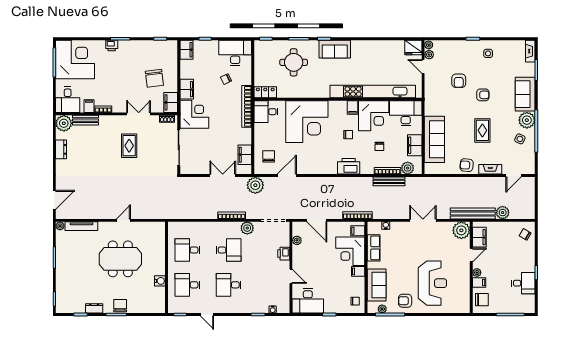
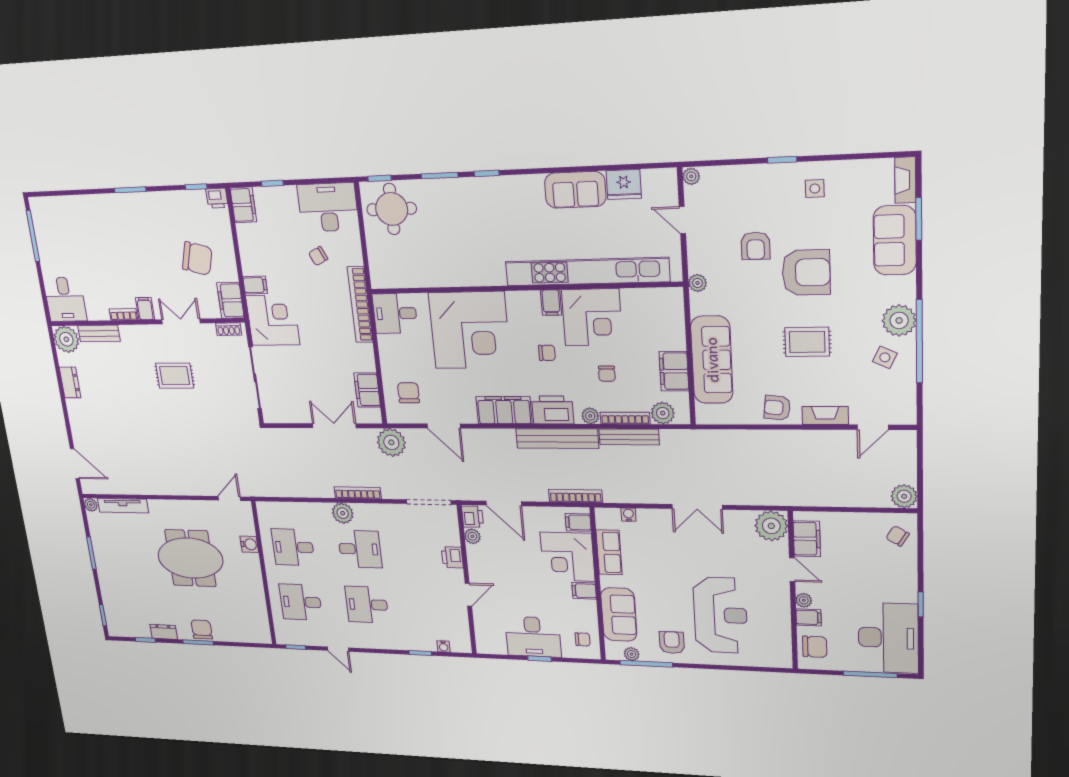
printer: (112, 45) -> (217, 198), moved
fridge: (413, 47) -> (624, 184), moved
sofa: (335, 49) -> (575, 190), moved
plant: (429, 55) -> (697, 283), moved
corner desk: (75, 59) -> (64, 230), removed
round table: (294, 62) -> (392, 209), moved
chair: (154, 78) -> (197, 258), turned -68
filing cabinet: (187, 89) -> (255, 285), width x0.50
locker: (265, 92) -> (390, 278), removed
sofa: (525, 94) -> (895, 240), moved
armchair: (483, 95) -> (806, 272), width x1.88, depth x1.88
filing cabinet: (89, 106) -> (145, 309), moved
desk: (406, 113) -> (653, 312), removed
rug: (482, 130) -> (807, 342), turned 90
rug: (129, 146) -> (175, 376), turned 90
filing cabinet: (322, 166) -> (504, 410), added
plant: (369, 170) -> (590, 416), added
door: (287, 176) -> (444, 426), swing flipped
door: (54, 200) -> (75, 464), hinge flipped
bench: (473, 213) -> (557, 439), moved
plant: (503, 213) -> (904, 496), moved
door: (123, 220) -> (229, 499), moved
double door: (423, 220) -> (697, 507), swing flipped
plant: (247, 228) -> (343, 513), moved
printer: (298, 229) -> (472, 517), added
door: (471, 255) -> (792, 570), hinge flipped
door: (291, 276) -> (468, 595), hinge flipped
water cooler: (160, 281) -> (249, 544), moved
desk: (523, 283) -> (888, 638), width x1.87, depth x1.30
desk: (308, 301) -> (533, 637), moved
armchair: (405, 301) -> (672, 643), turned 90

